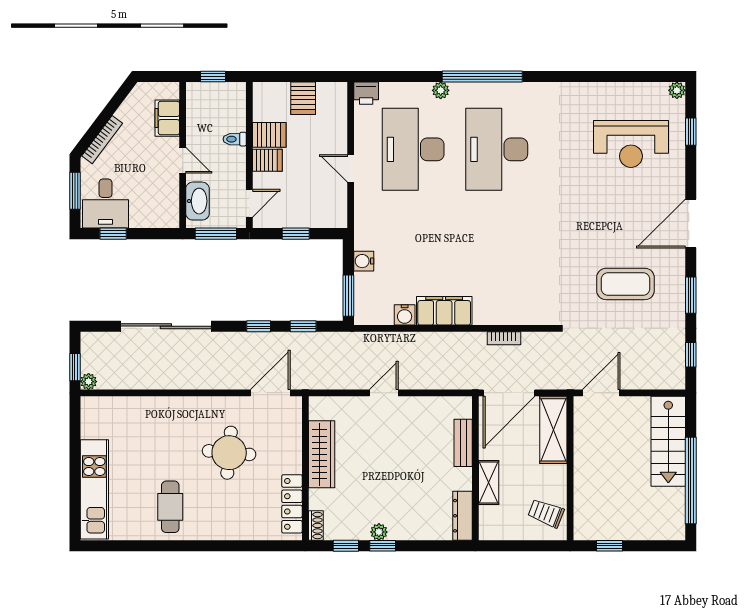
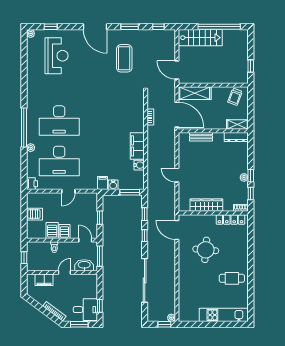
filing cabinet: (367, 239) -> (103, 183), added
shelving: (489, 482) -> (237, 124), moved

